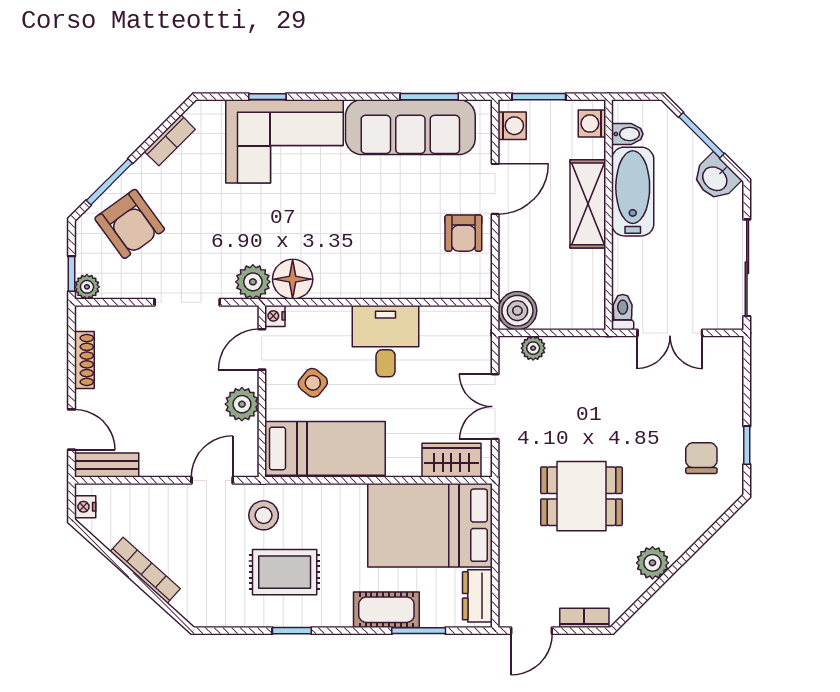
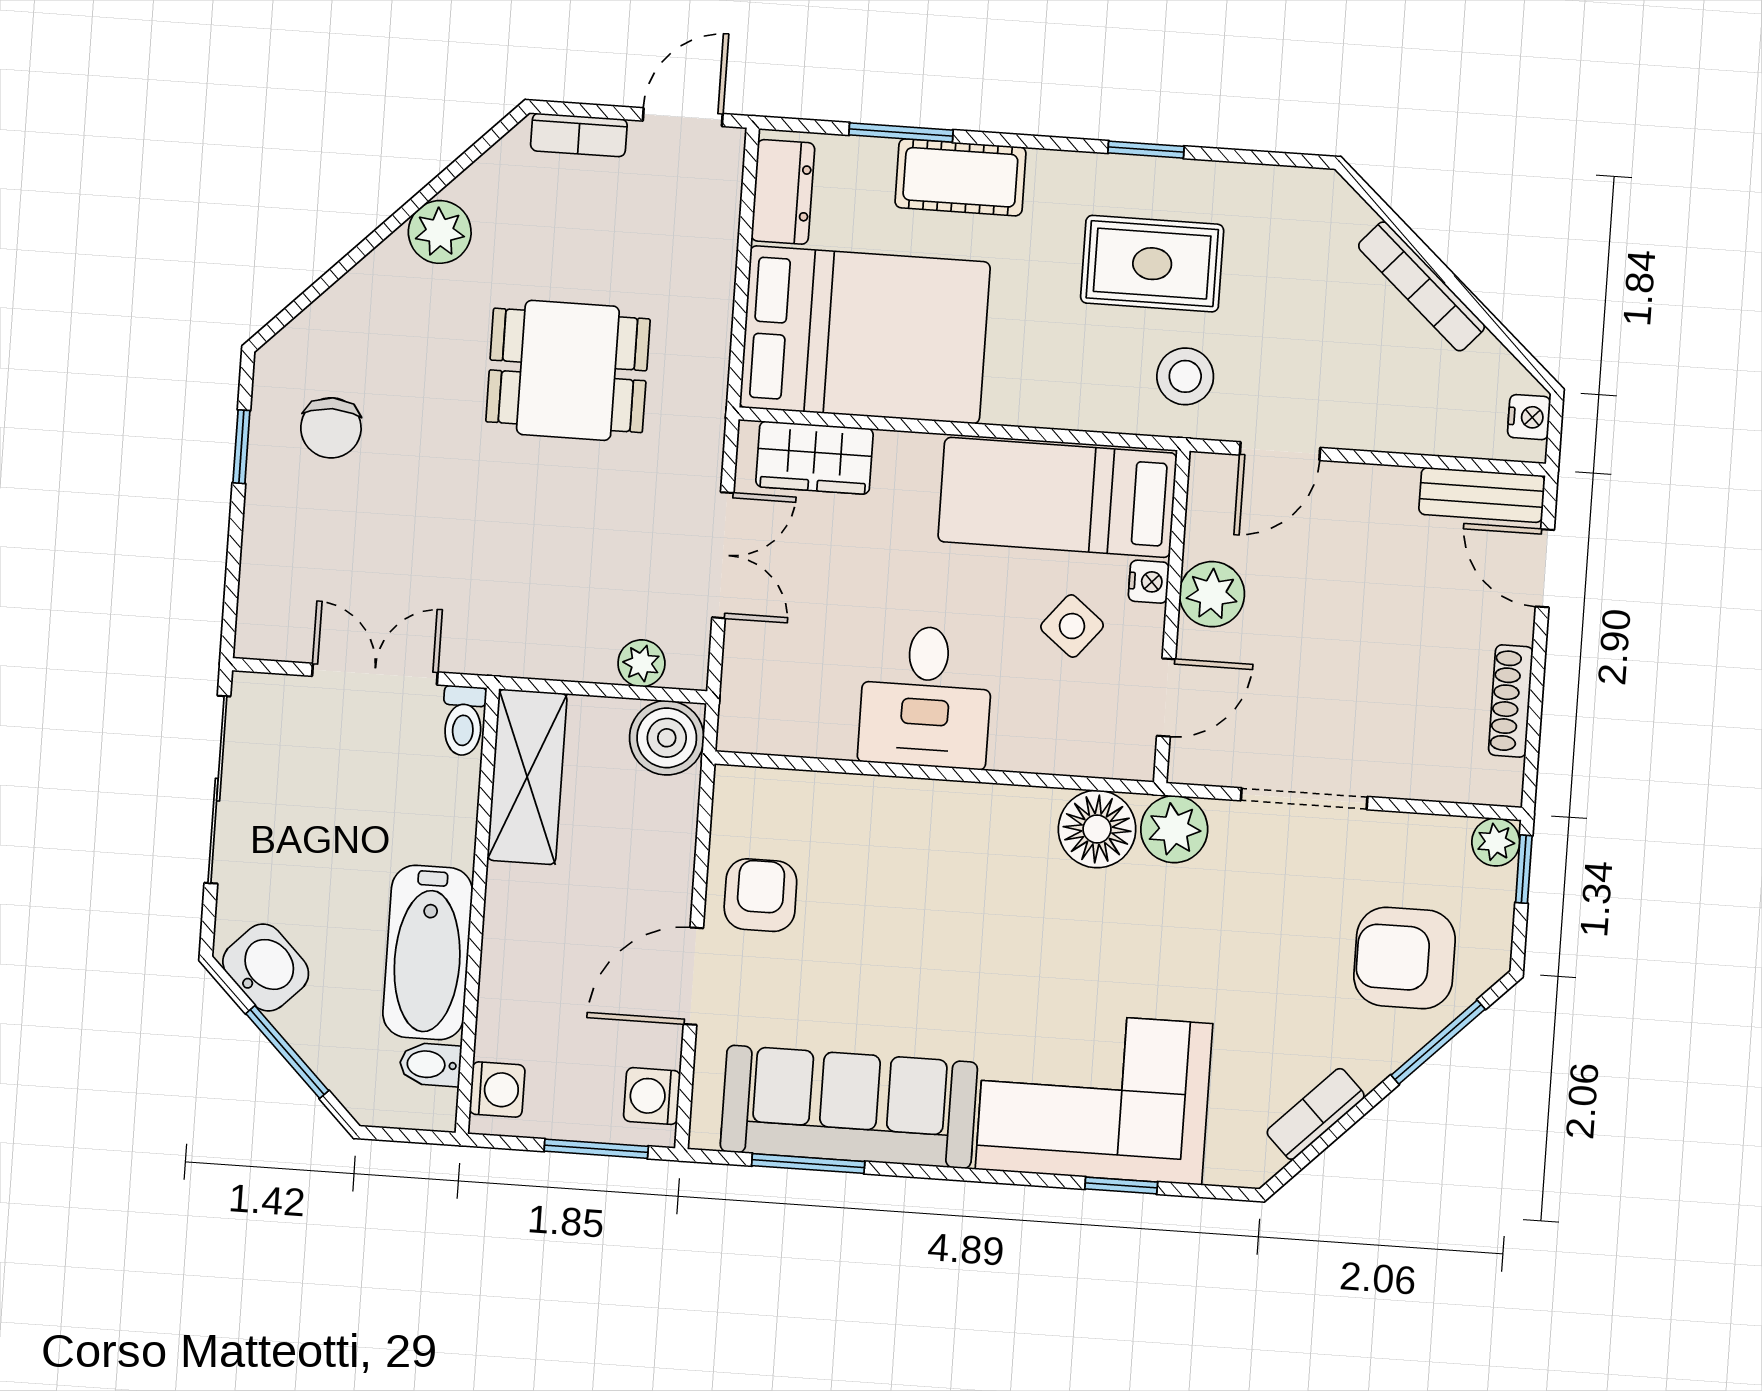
shelving: (588, 204) -> (527, 777), moved
armchair: (130, 224) -> (1405, 958), turned -54
nightstand: (275, 316) -> (1149, 582), moved

